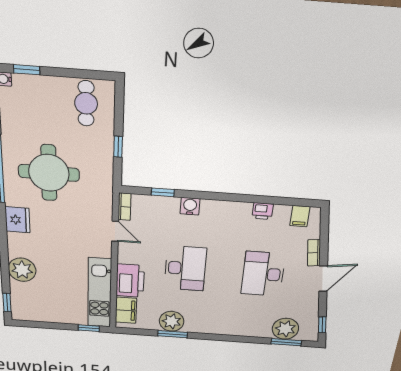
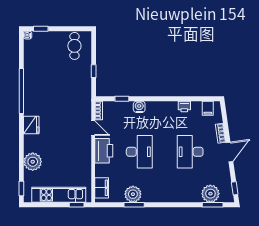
round table: (49, 173) -> (52, 91), removed
printer: (130, 281) -> (104, 151), moved
kitchen unit: (100, 293) -> (59, 195), moved, turned 90

